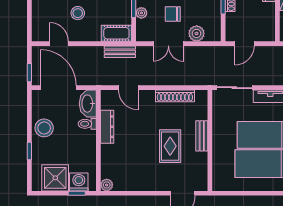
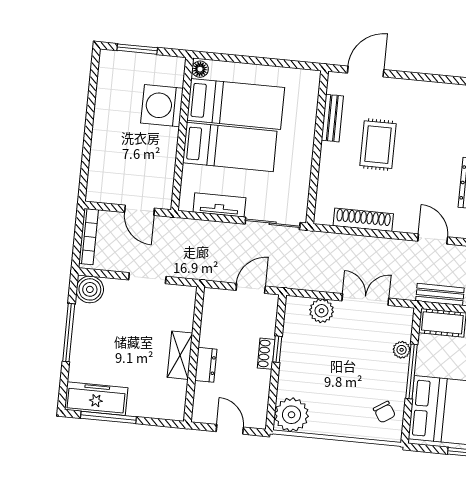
chair: (173, 14) -> (355, 344), removed
bench: (202, 136) -> (332, 118), moved

